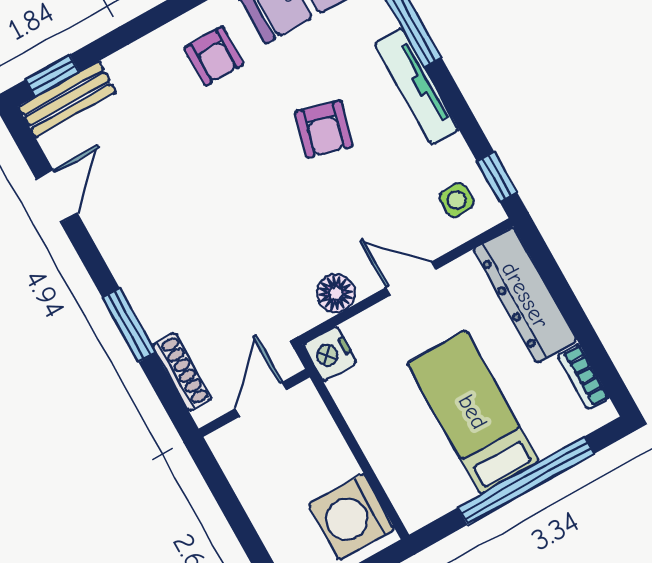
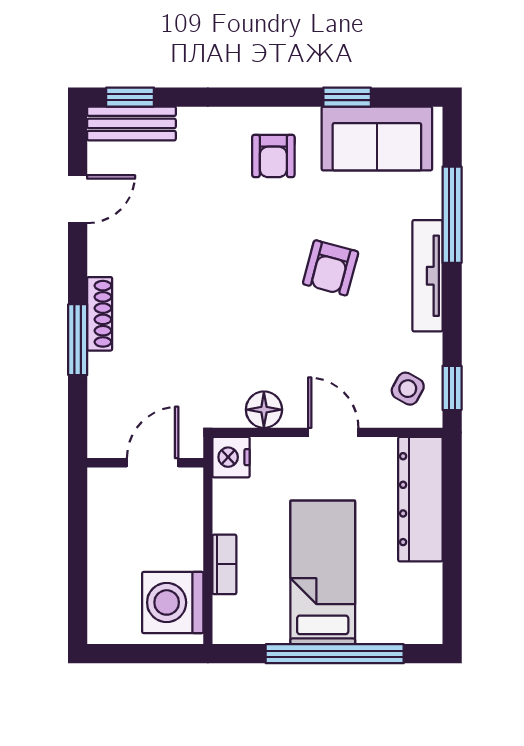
side table: (457, 200) -> (408, 389), turned 33
shoe rack: (182, 372) -> (100, 314), moved
bookcase: (583, 377) -> (224, 564), moved, turned 180

